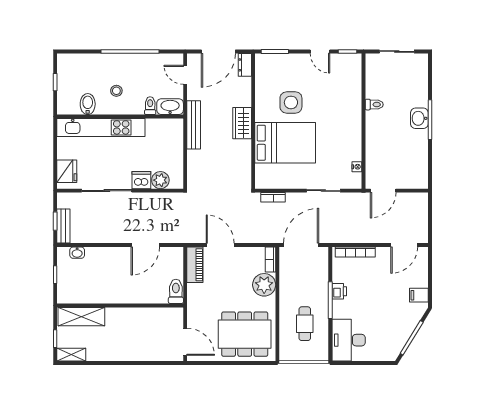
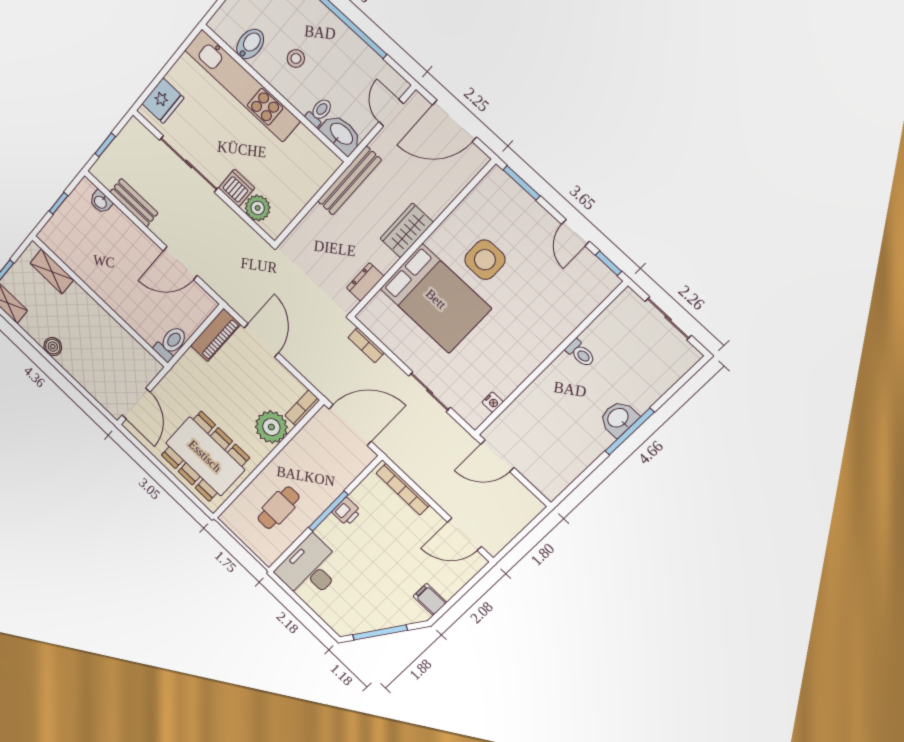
dresser: (245, 65) -> (365, 282), moved
bench: (63, 226) -> (134, 203), moved, turned 90
shelving: (81, 317) -> (52, 271), width x0.67, depth x0.75
boiler: (115, 355) -> (53, 347), added

